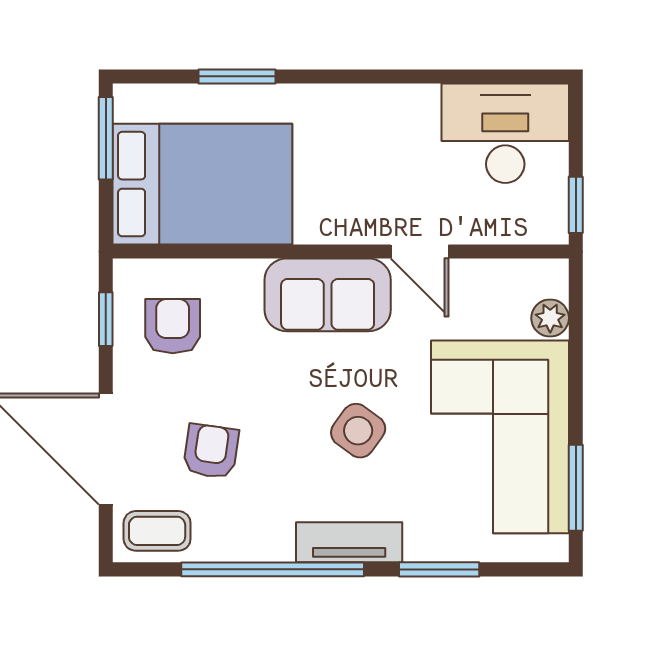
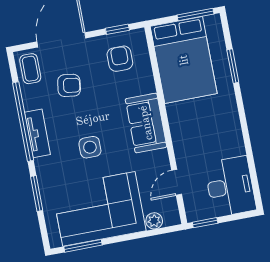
door: (420, 252) -> (177, 182), moved
armchair: (173, 326) -> (120, 59), turned -90
side table: (358, 431) -> (90, 147), turned -36
tv unit: (349, 542) -> (37, 133), moved

